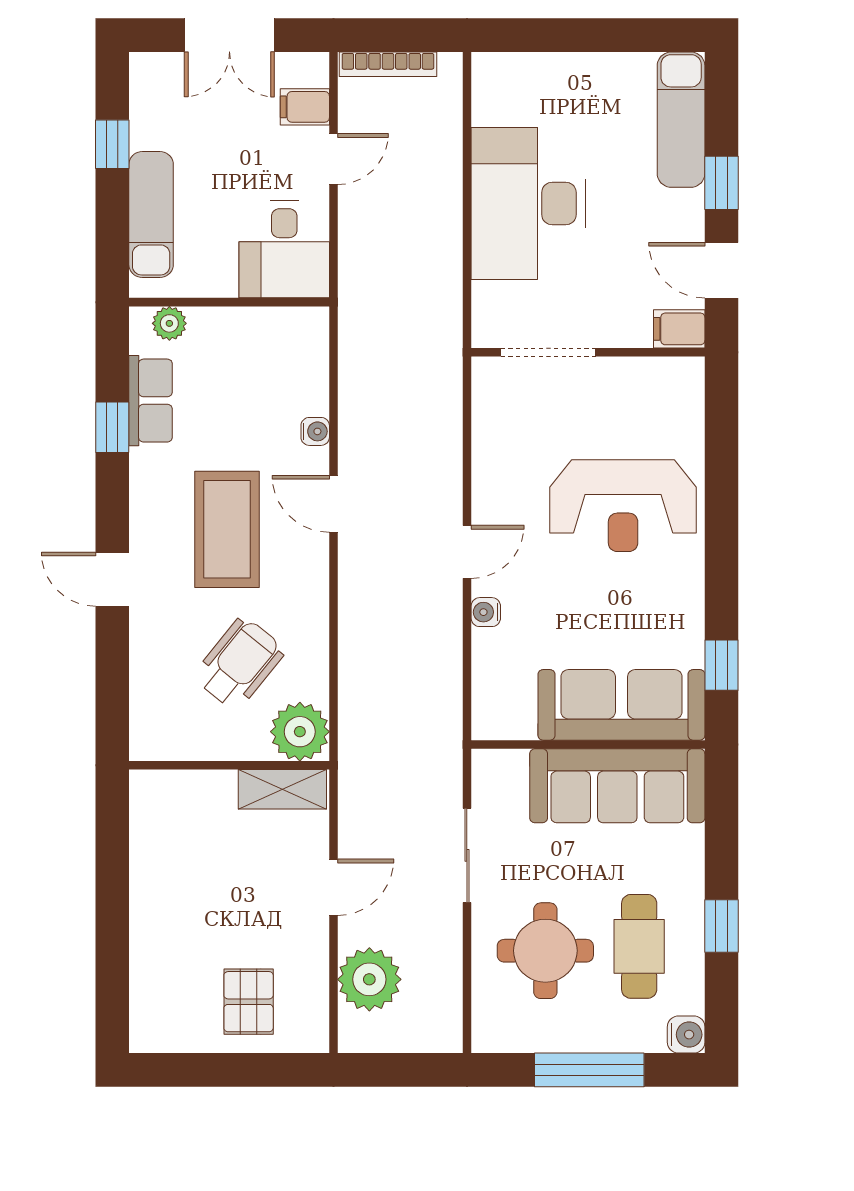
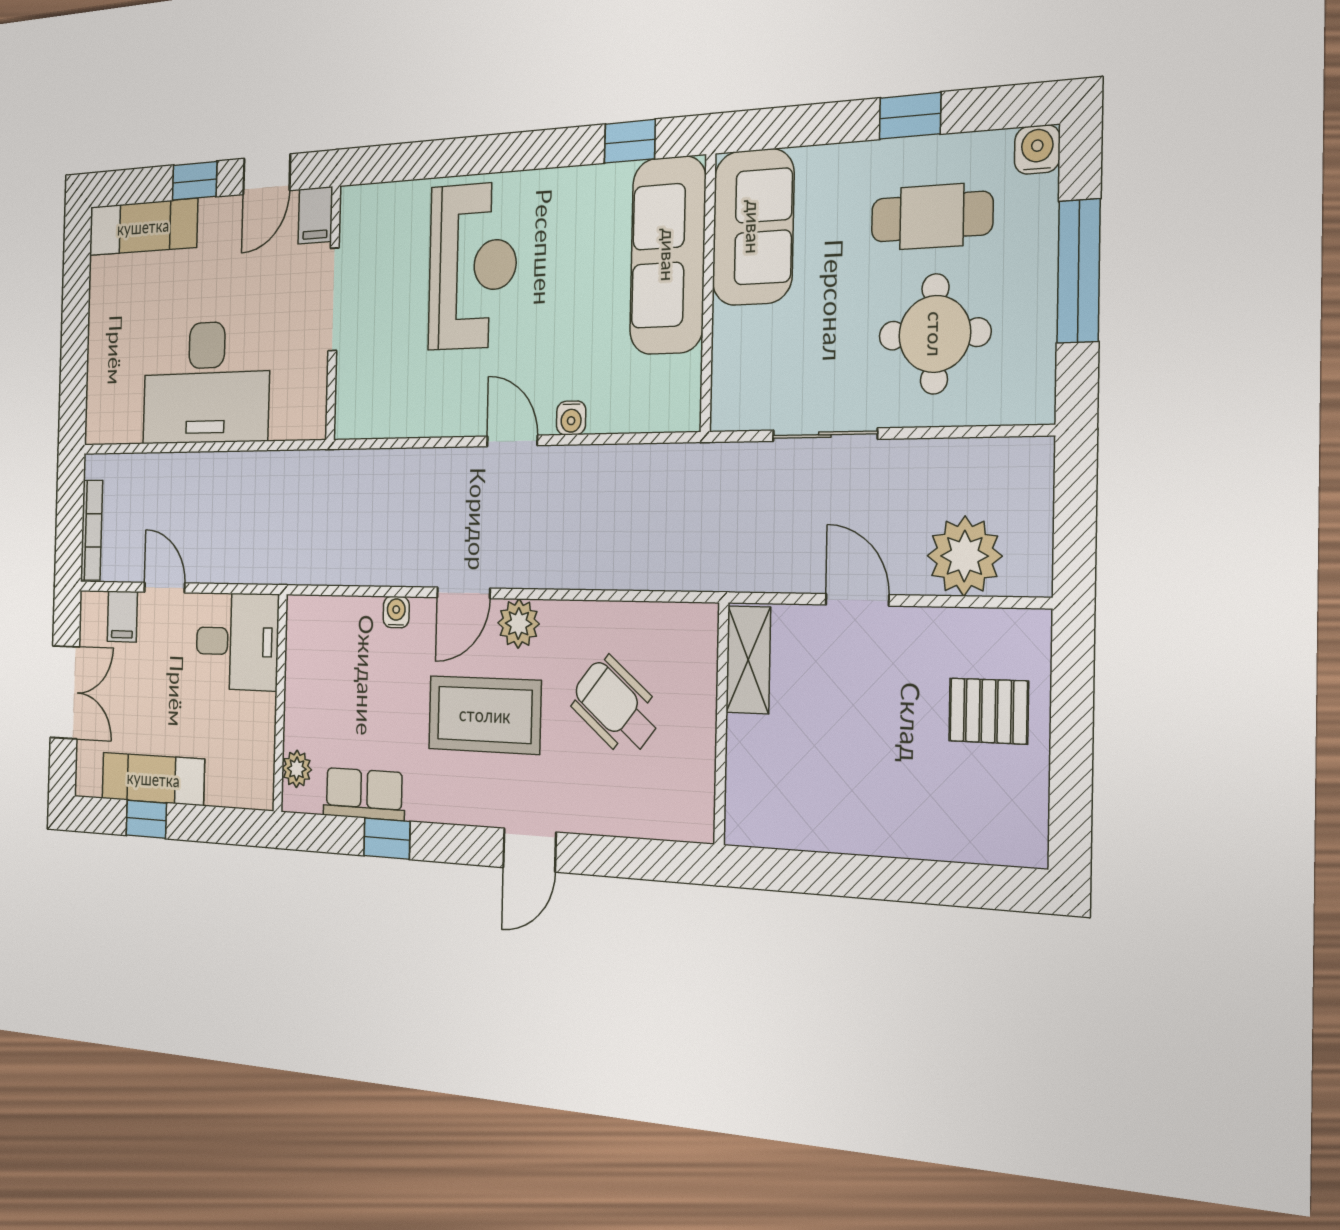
exam couch: (151, 214) -> (153, 779), moved
doorway: (548, 352) -> (334, 299), moved
plant: (300, 732) -> (519, 623), moved, width x0.73, depth x0.73
sofa: (617, 786) -> (753, 227), width x0.73

